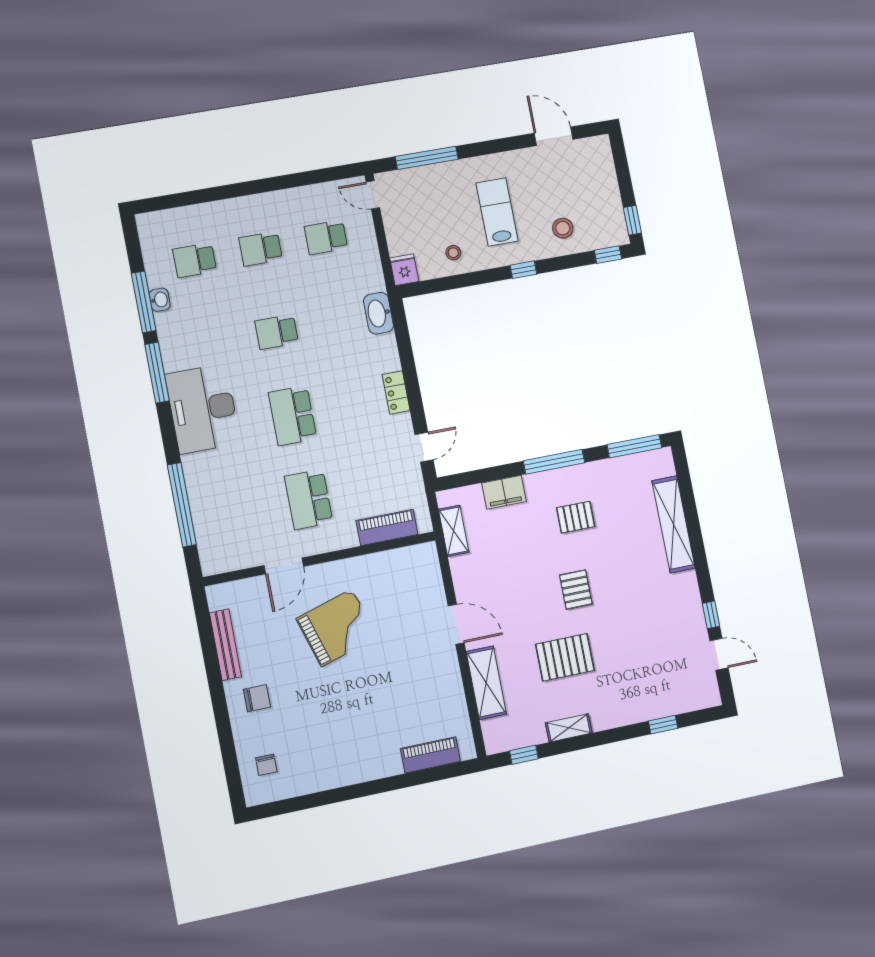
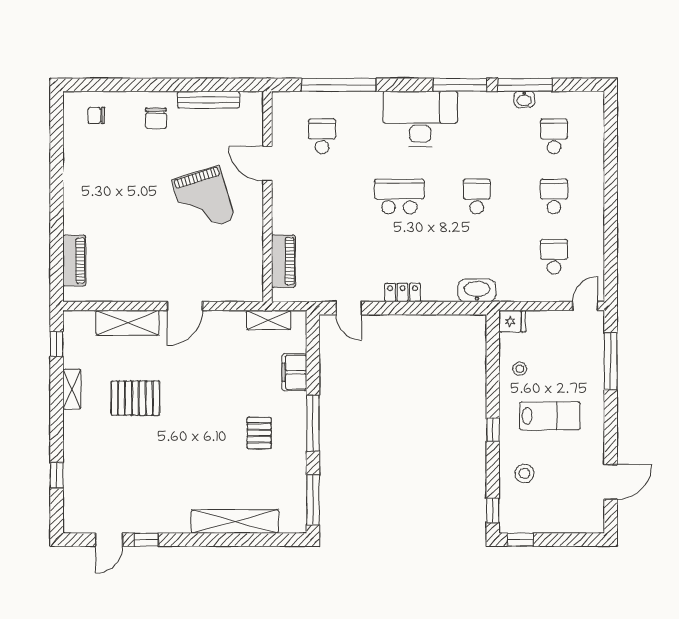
school desk: (309, 499) -> (322, 136), moved, width x0.54
pallet: (576, 590) -> (194, 420), removed
pallet: (565, 657) -> (135, 398), turned 90

